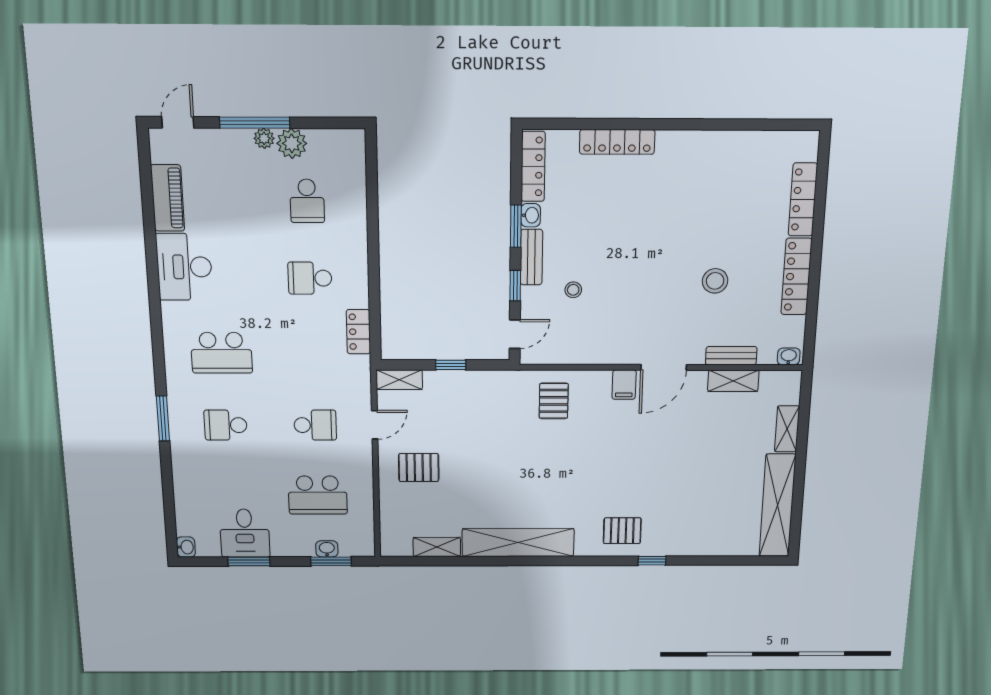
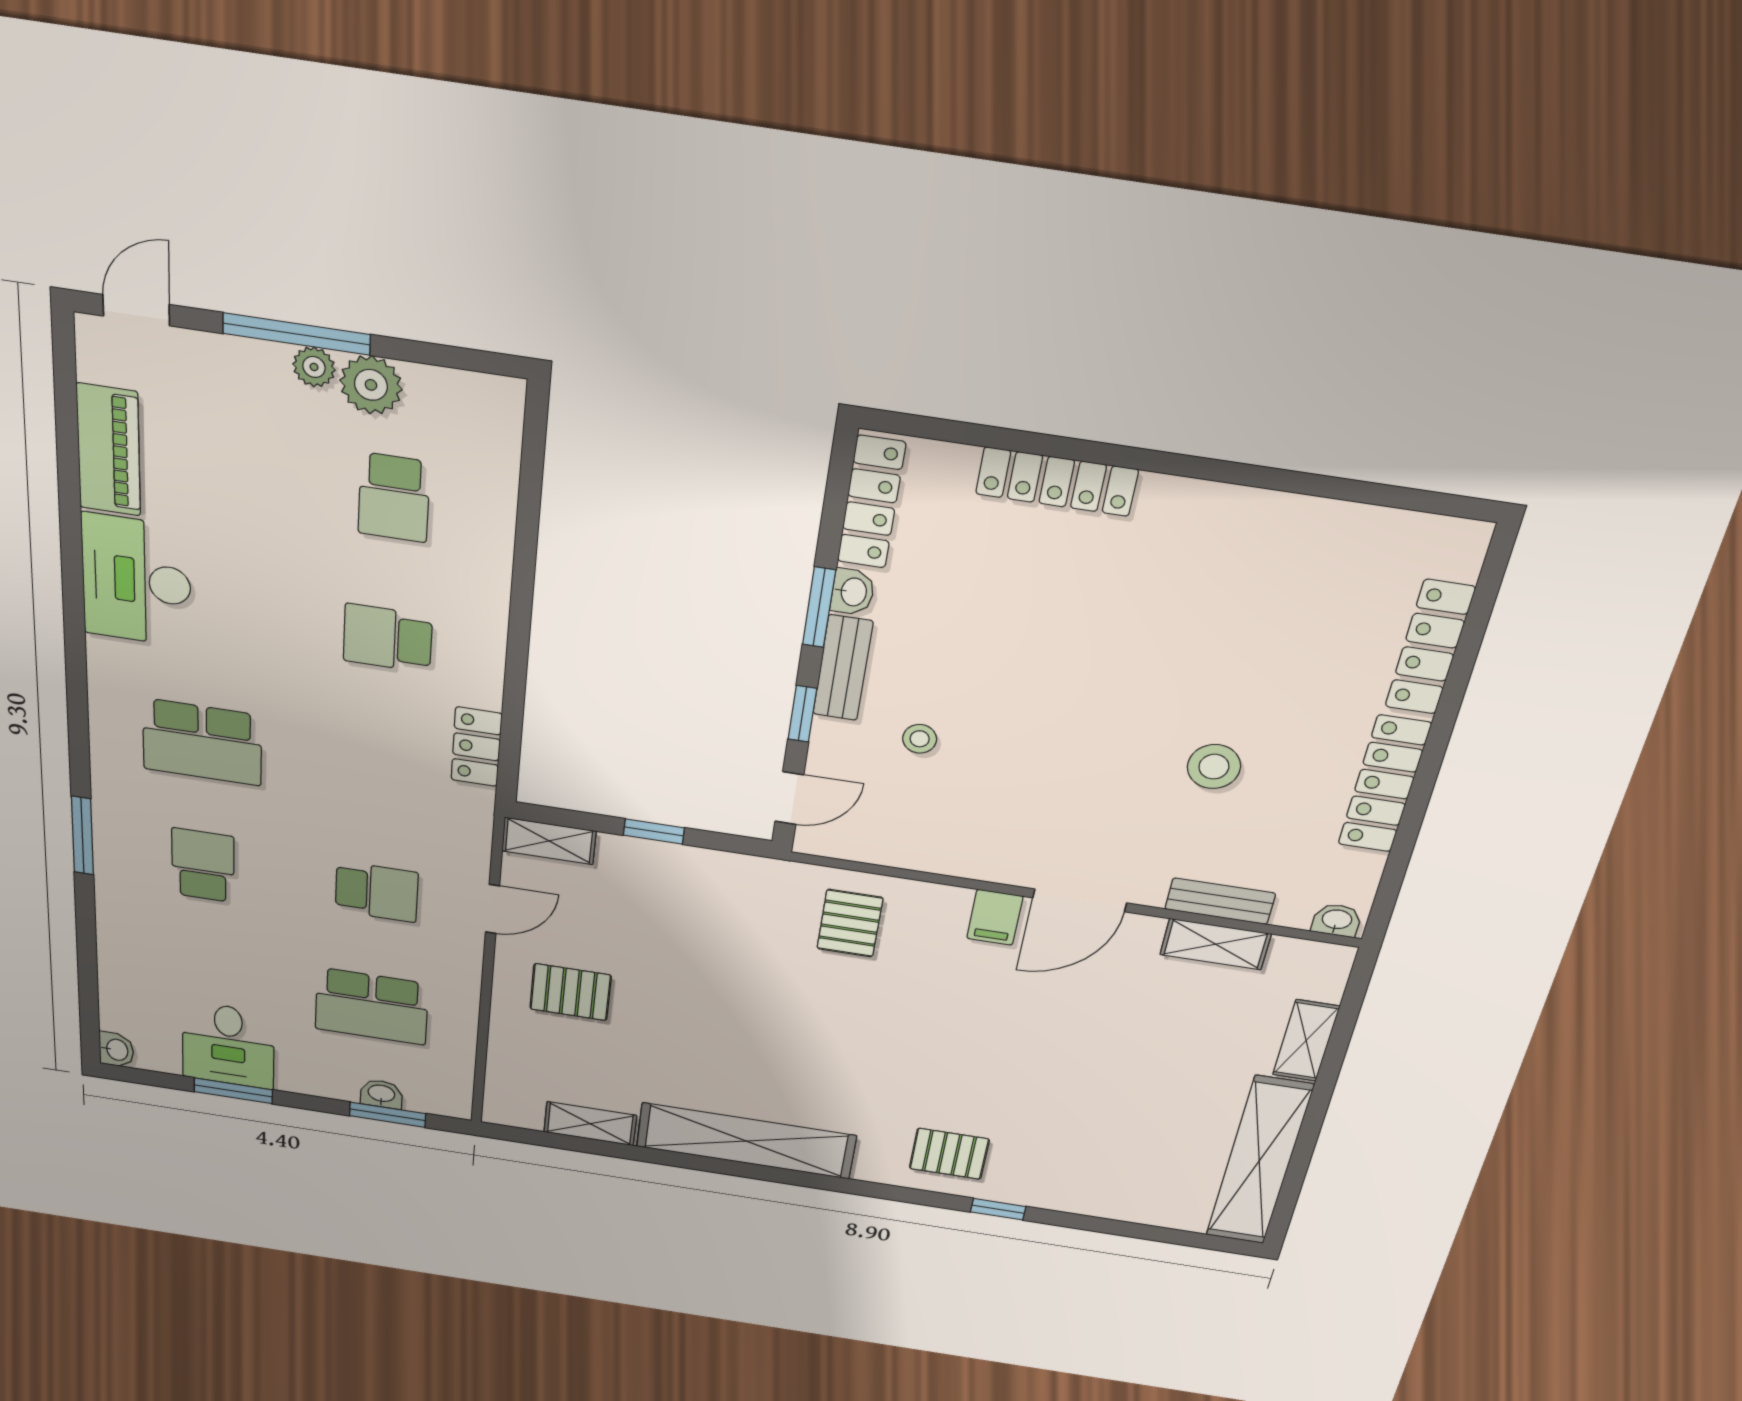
school desk: (226, 425) -> (203, 865), turned 90

